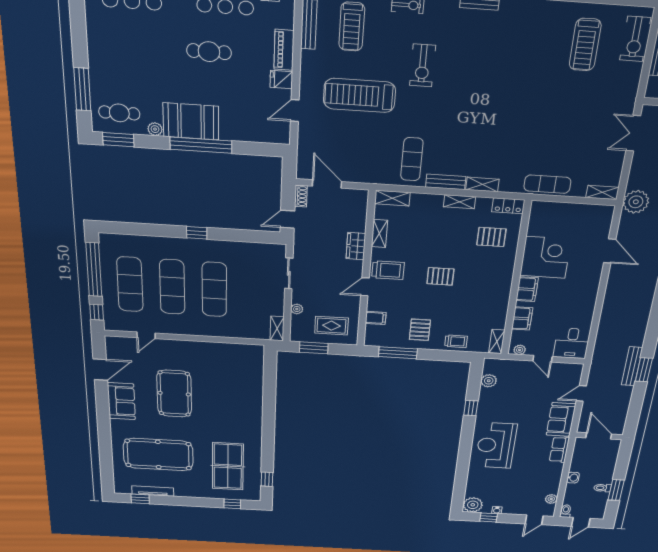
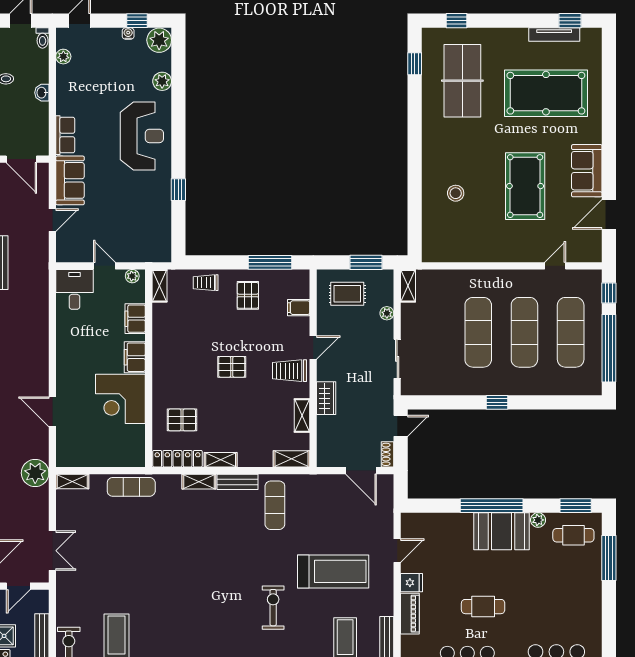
locker: (508, 206) -> (177, 459), width x1.53
plant: (489, 381) -> (162, 81), moved
stool: (234, 392) -> (456, 193), added

